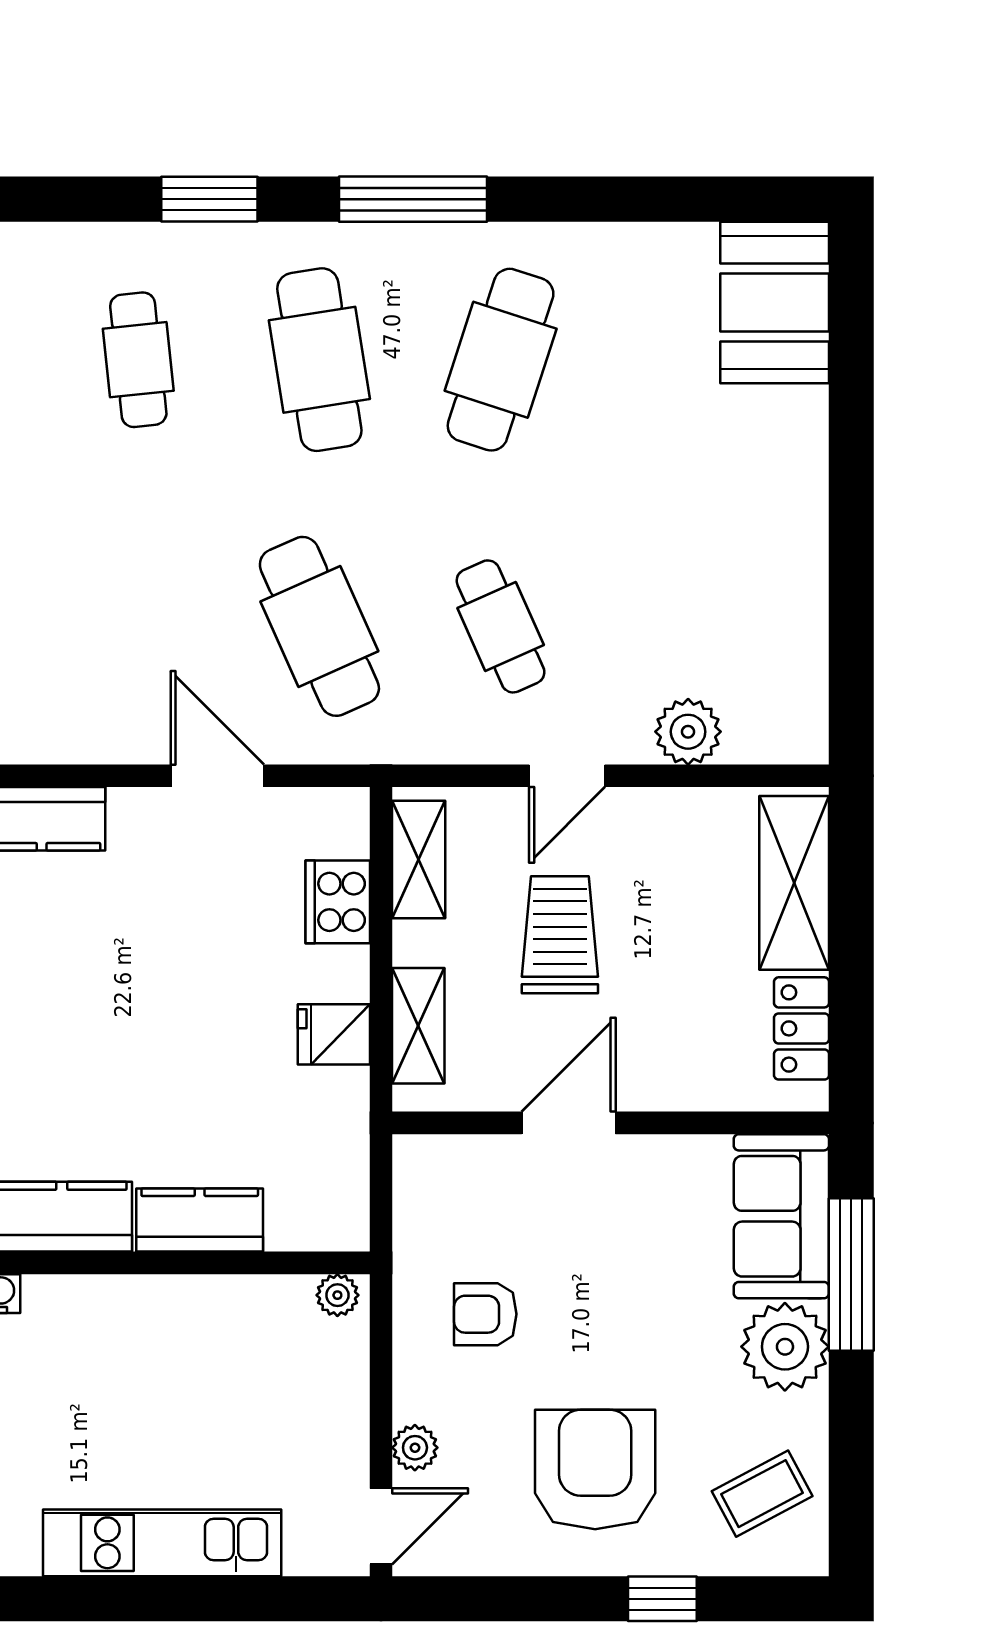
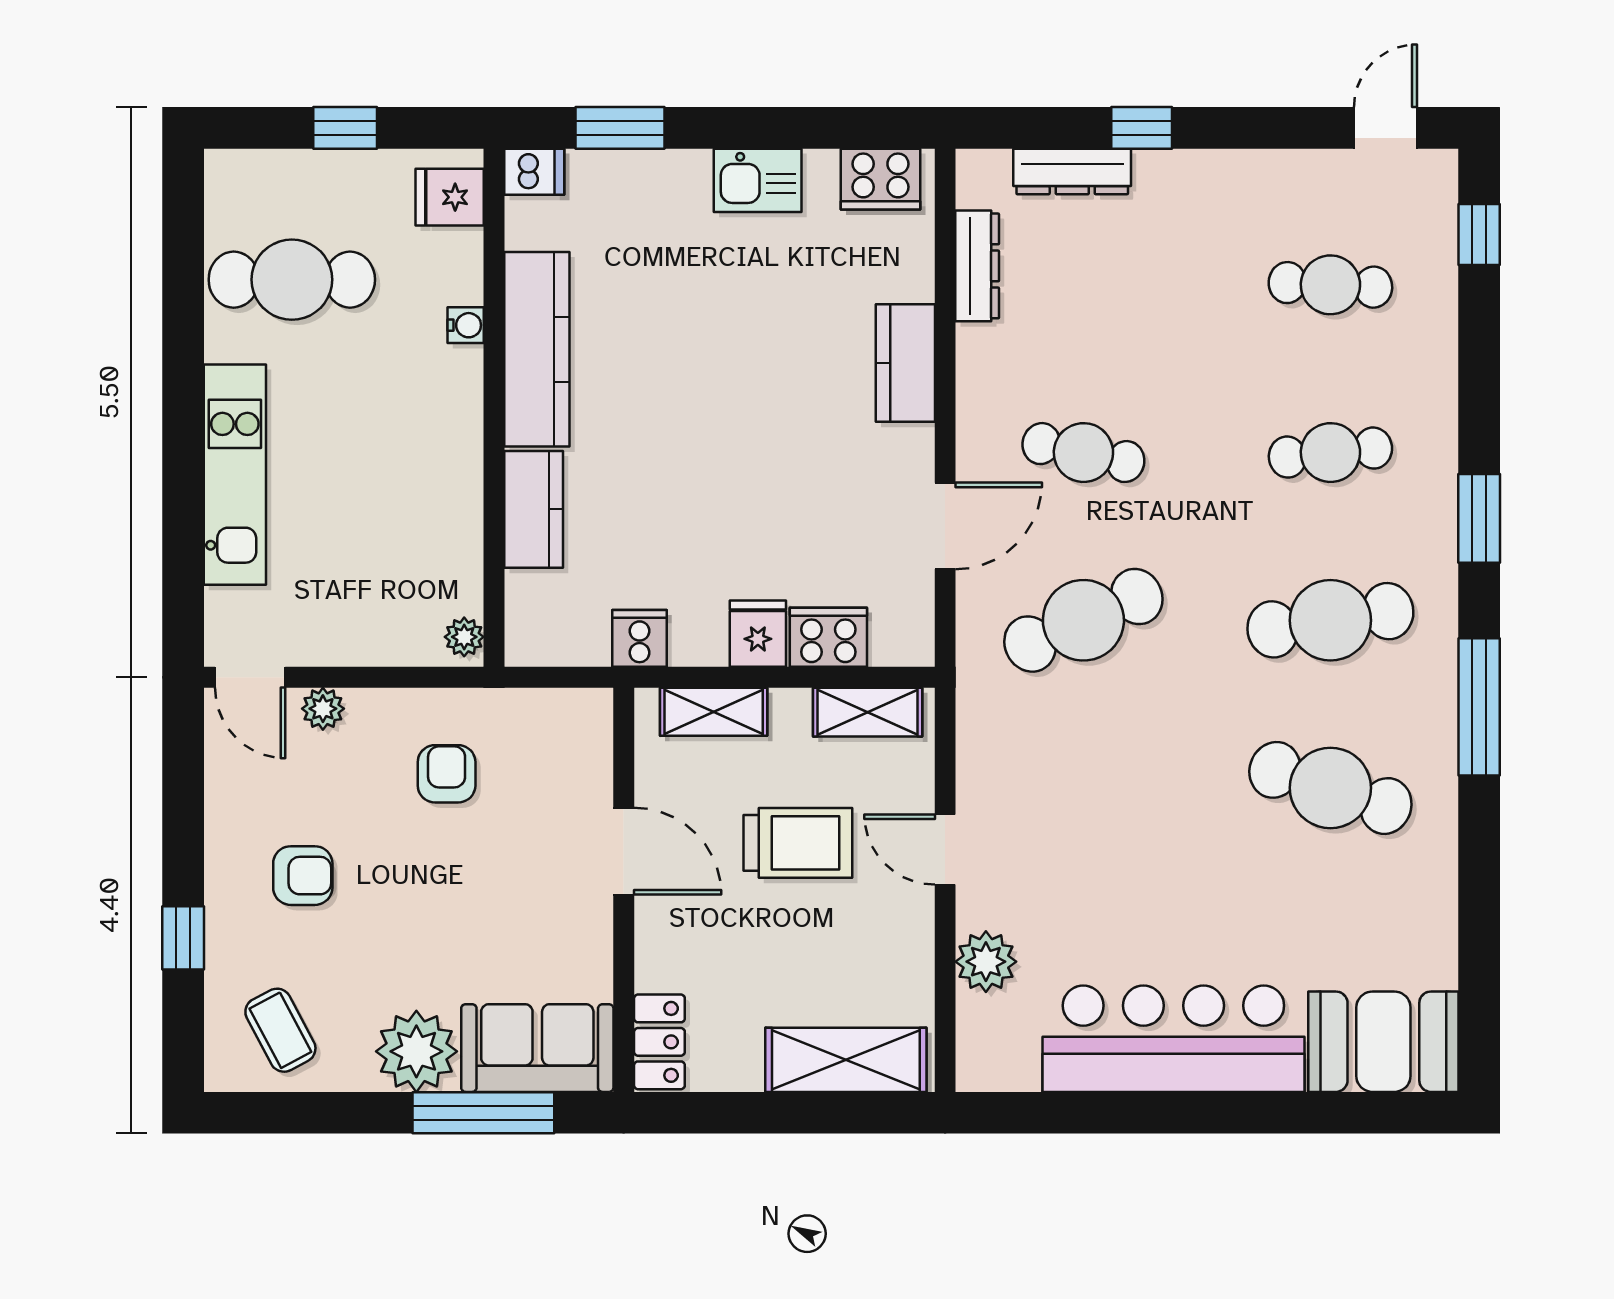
bar counter: (771, 529) -> (1173, 1039), added
cafe table: (501, 626) -> (1083, 453), moved, turned 36
locker: (802, 1028) -> (659, 1042), moved, turned 90
fridge: (334, 1034) -> (758, 634), moved
cooker: (339, 1106) -> (640, 638), added
armchair: (595, 1469) -> (303, 876), width x0.53, depth x0.53

